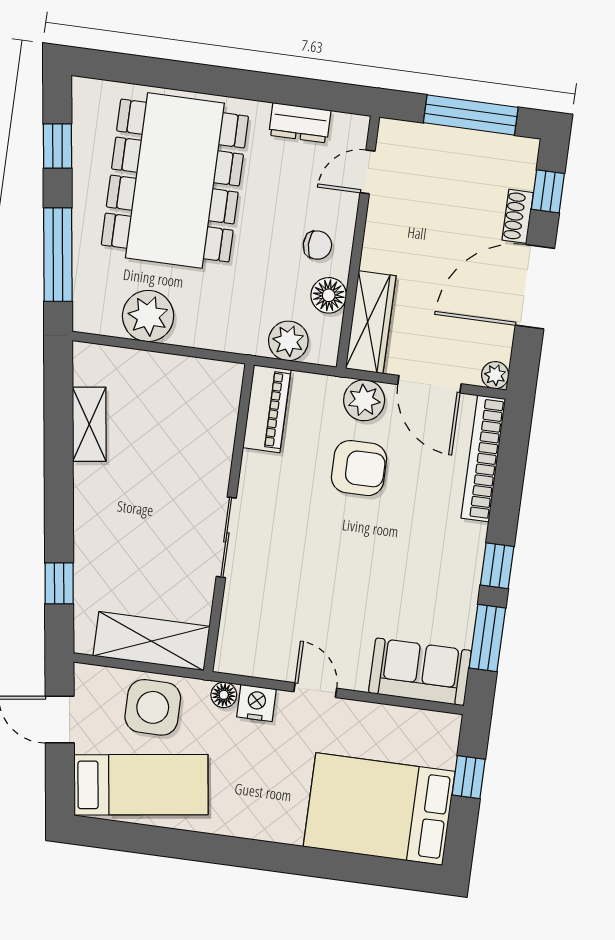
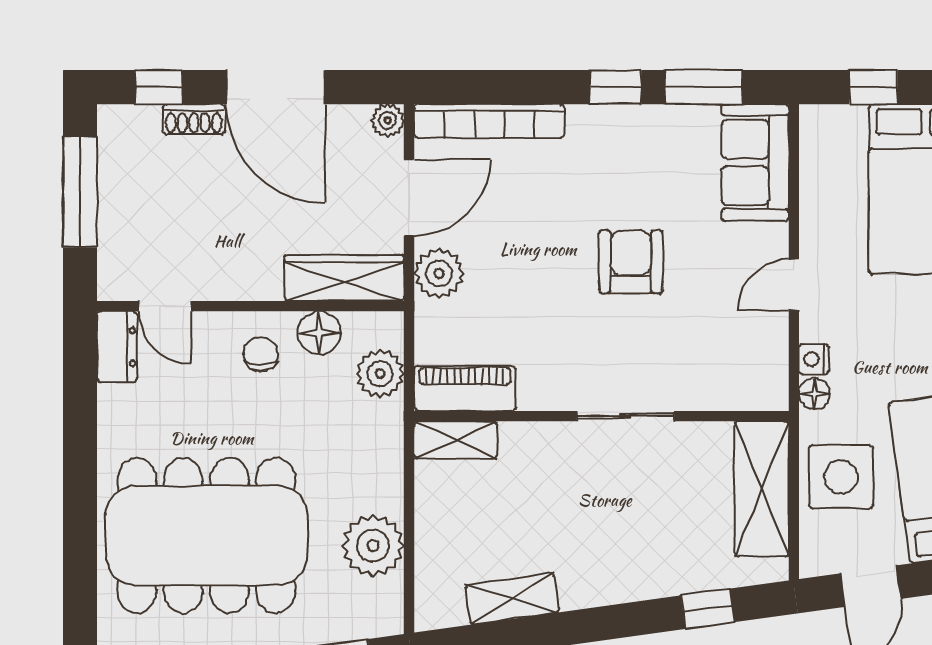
dresser: (300, 123) -> (117, 347), moved
shelving: (226, 396) -> (456, 440), added
armchair: (359, 468) -> (631, 262), moved
nightstand: (257, 703) -> (814, 359), width x0.72, depth x0.74

